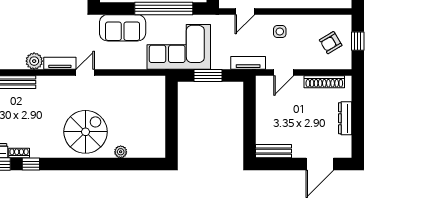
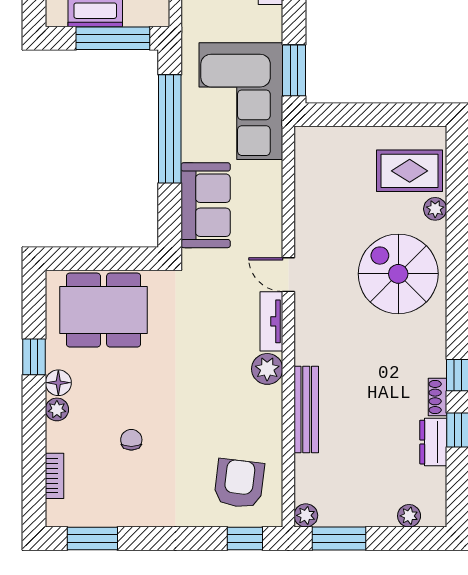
window: (208, 76) -> (294, 70), moved
rug: (141, 138) -> (410, 171), added

